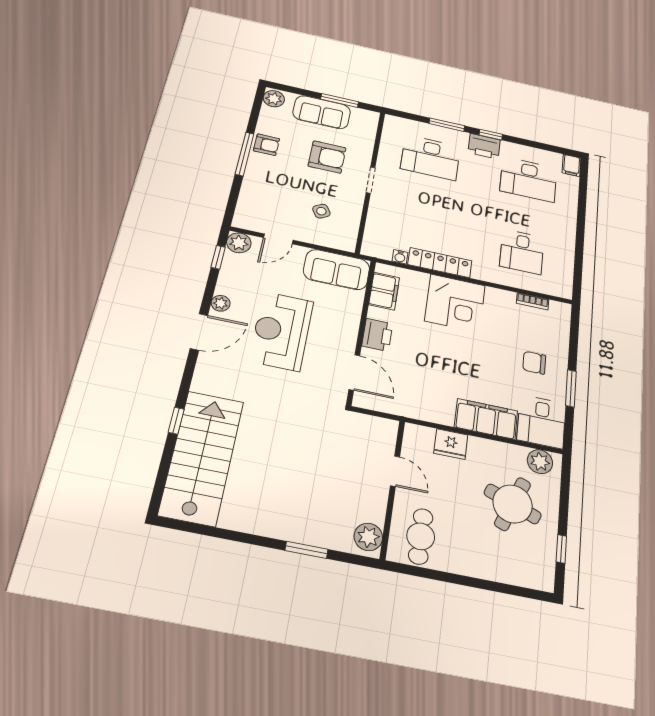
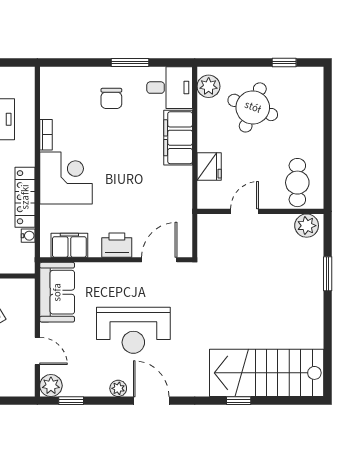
bookcase: (533, 301) -> (46, 135), moved
cafe table: (421, 536) -> (297, 183), turned 90

